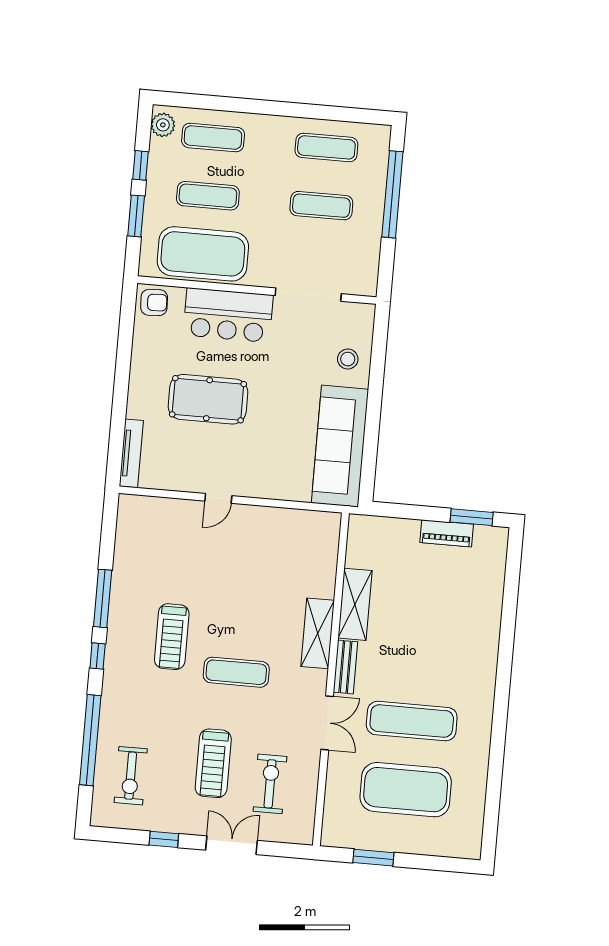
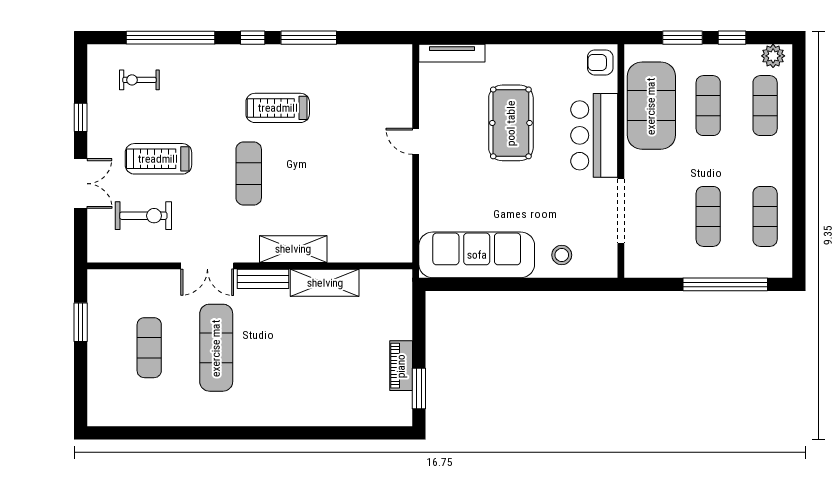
armchair: (154, 302) -> (600, 62), turned 93
exercise bike: (131, 776) -> (139, 80), width x0.73, depth x0.72
exercise mat: (406, 790) -> (149, 348), width x0.50, depth x0.69

